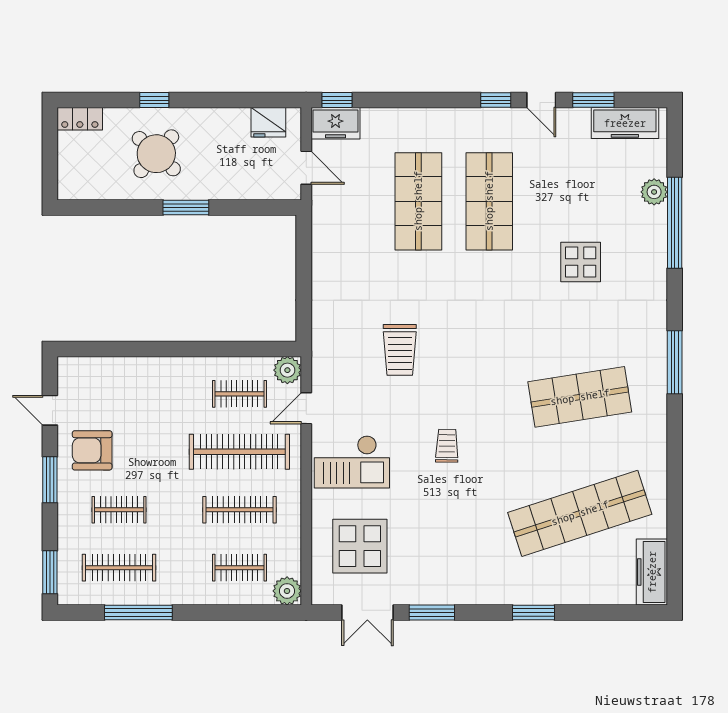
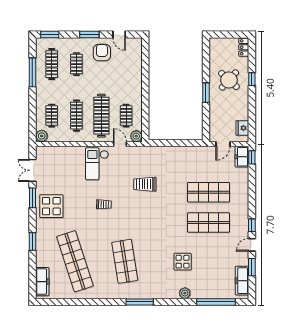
plant: (654, 192) -> (185, 293), moved
window: (675, 223) -> (216, 302), moved
door: (50, 410) -> (119, 34), swing flipped
display table: (360, 546) -> (51, 206), moved
freezer: (652, 572) -> (42, 282), moved, turned 90

